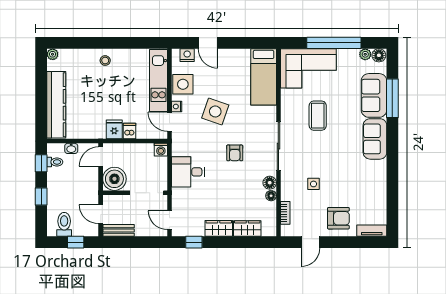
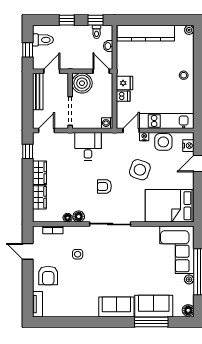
plant: (365, 54) -> (189, 279), moved
bed: (264, 77) -> (170, 206), width x1.50
coffee table: (318, 116) -> (136, 258), removed
bench: (119, 230) -> (38, 92), width x1.36

